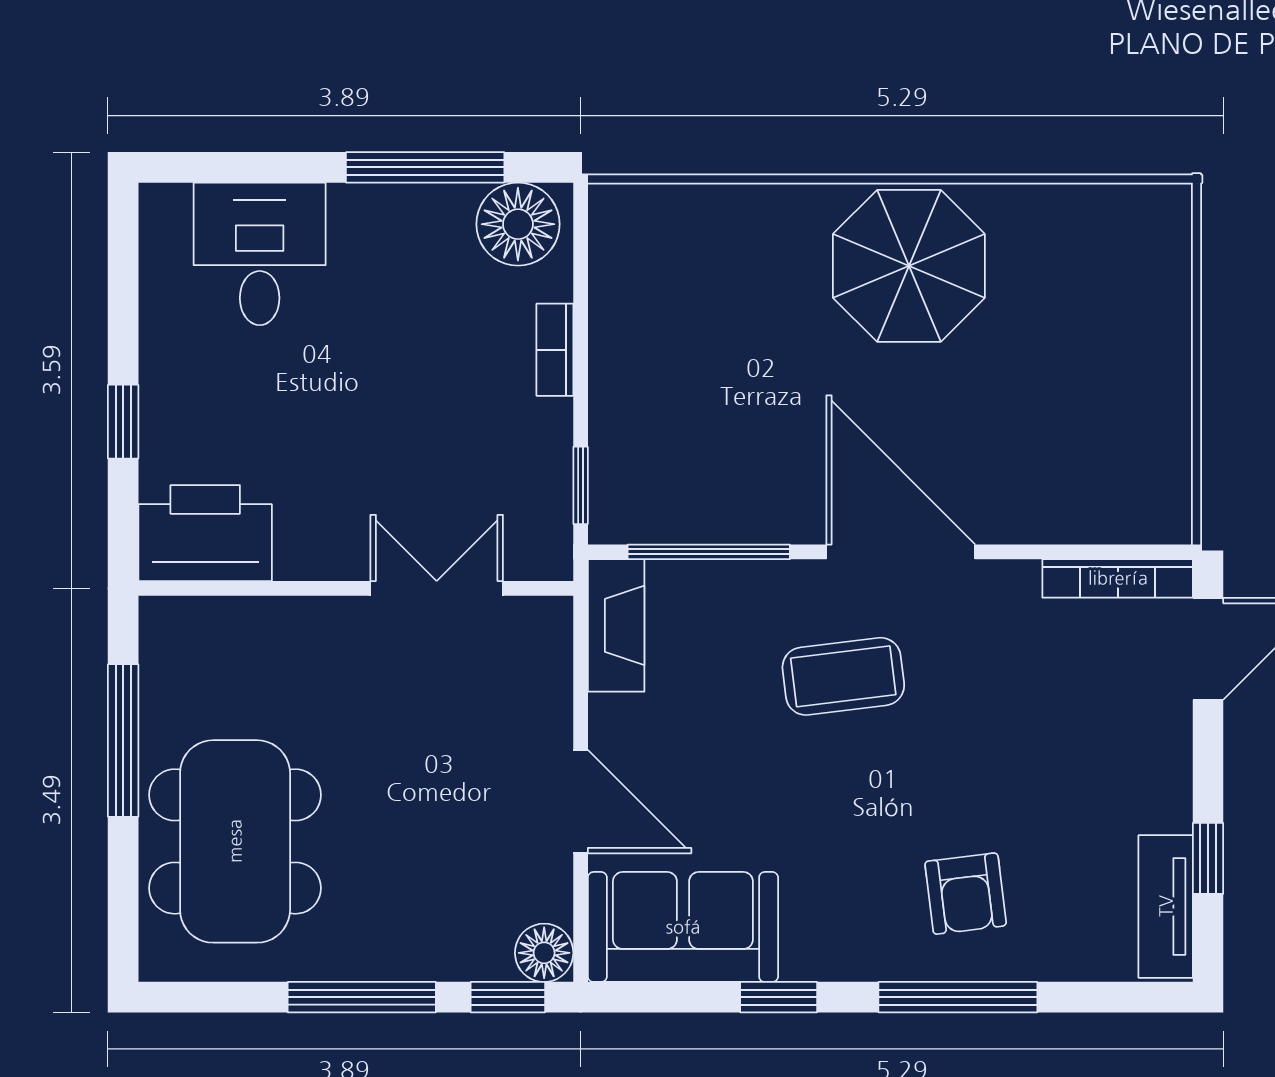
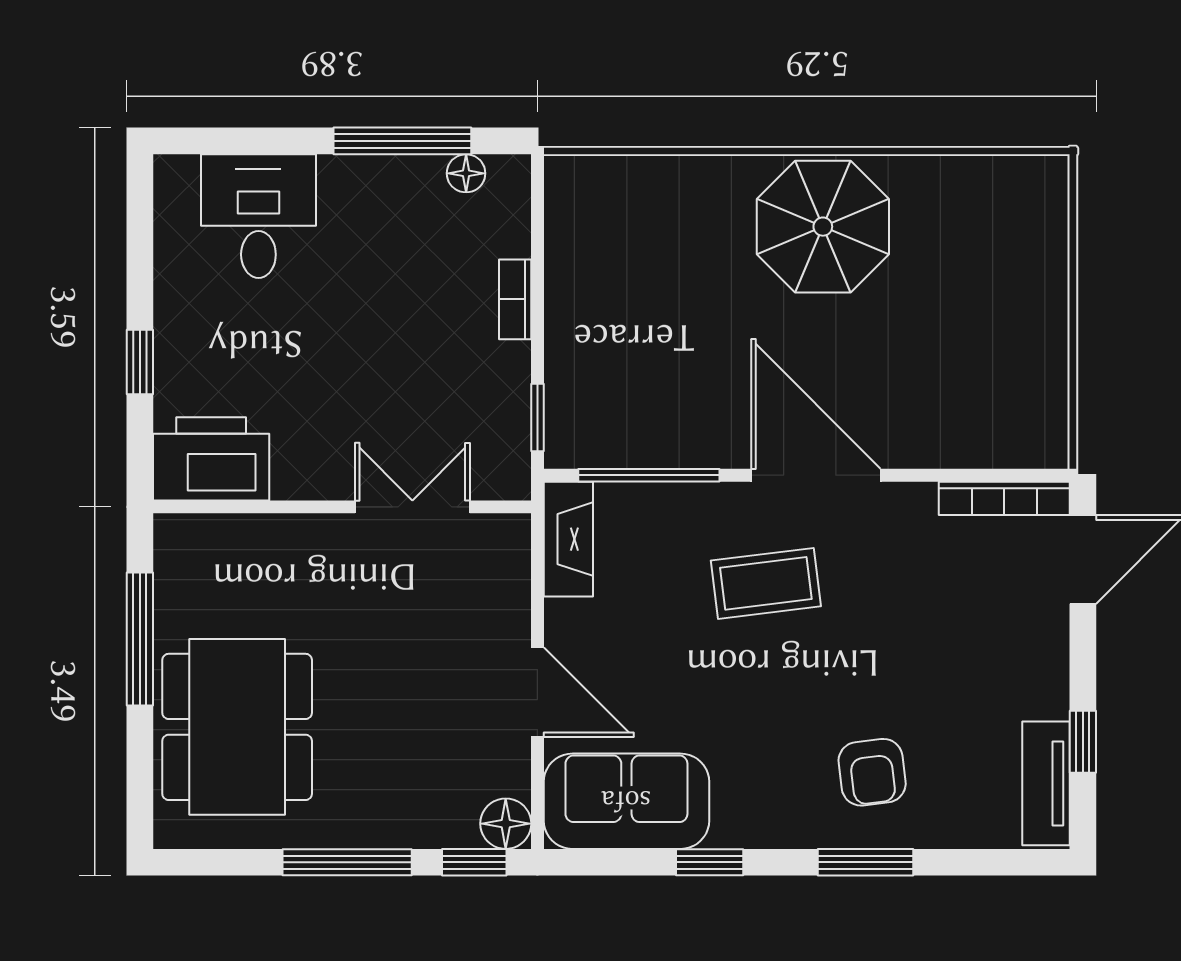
floor lamp: (518, 224) -> (466, 173), width x0.53, depth x0.53
window: (958, 997) -> (865, 862), width x0.69

